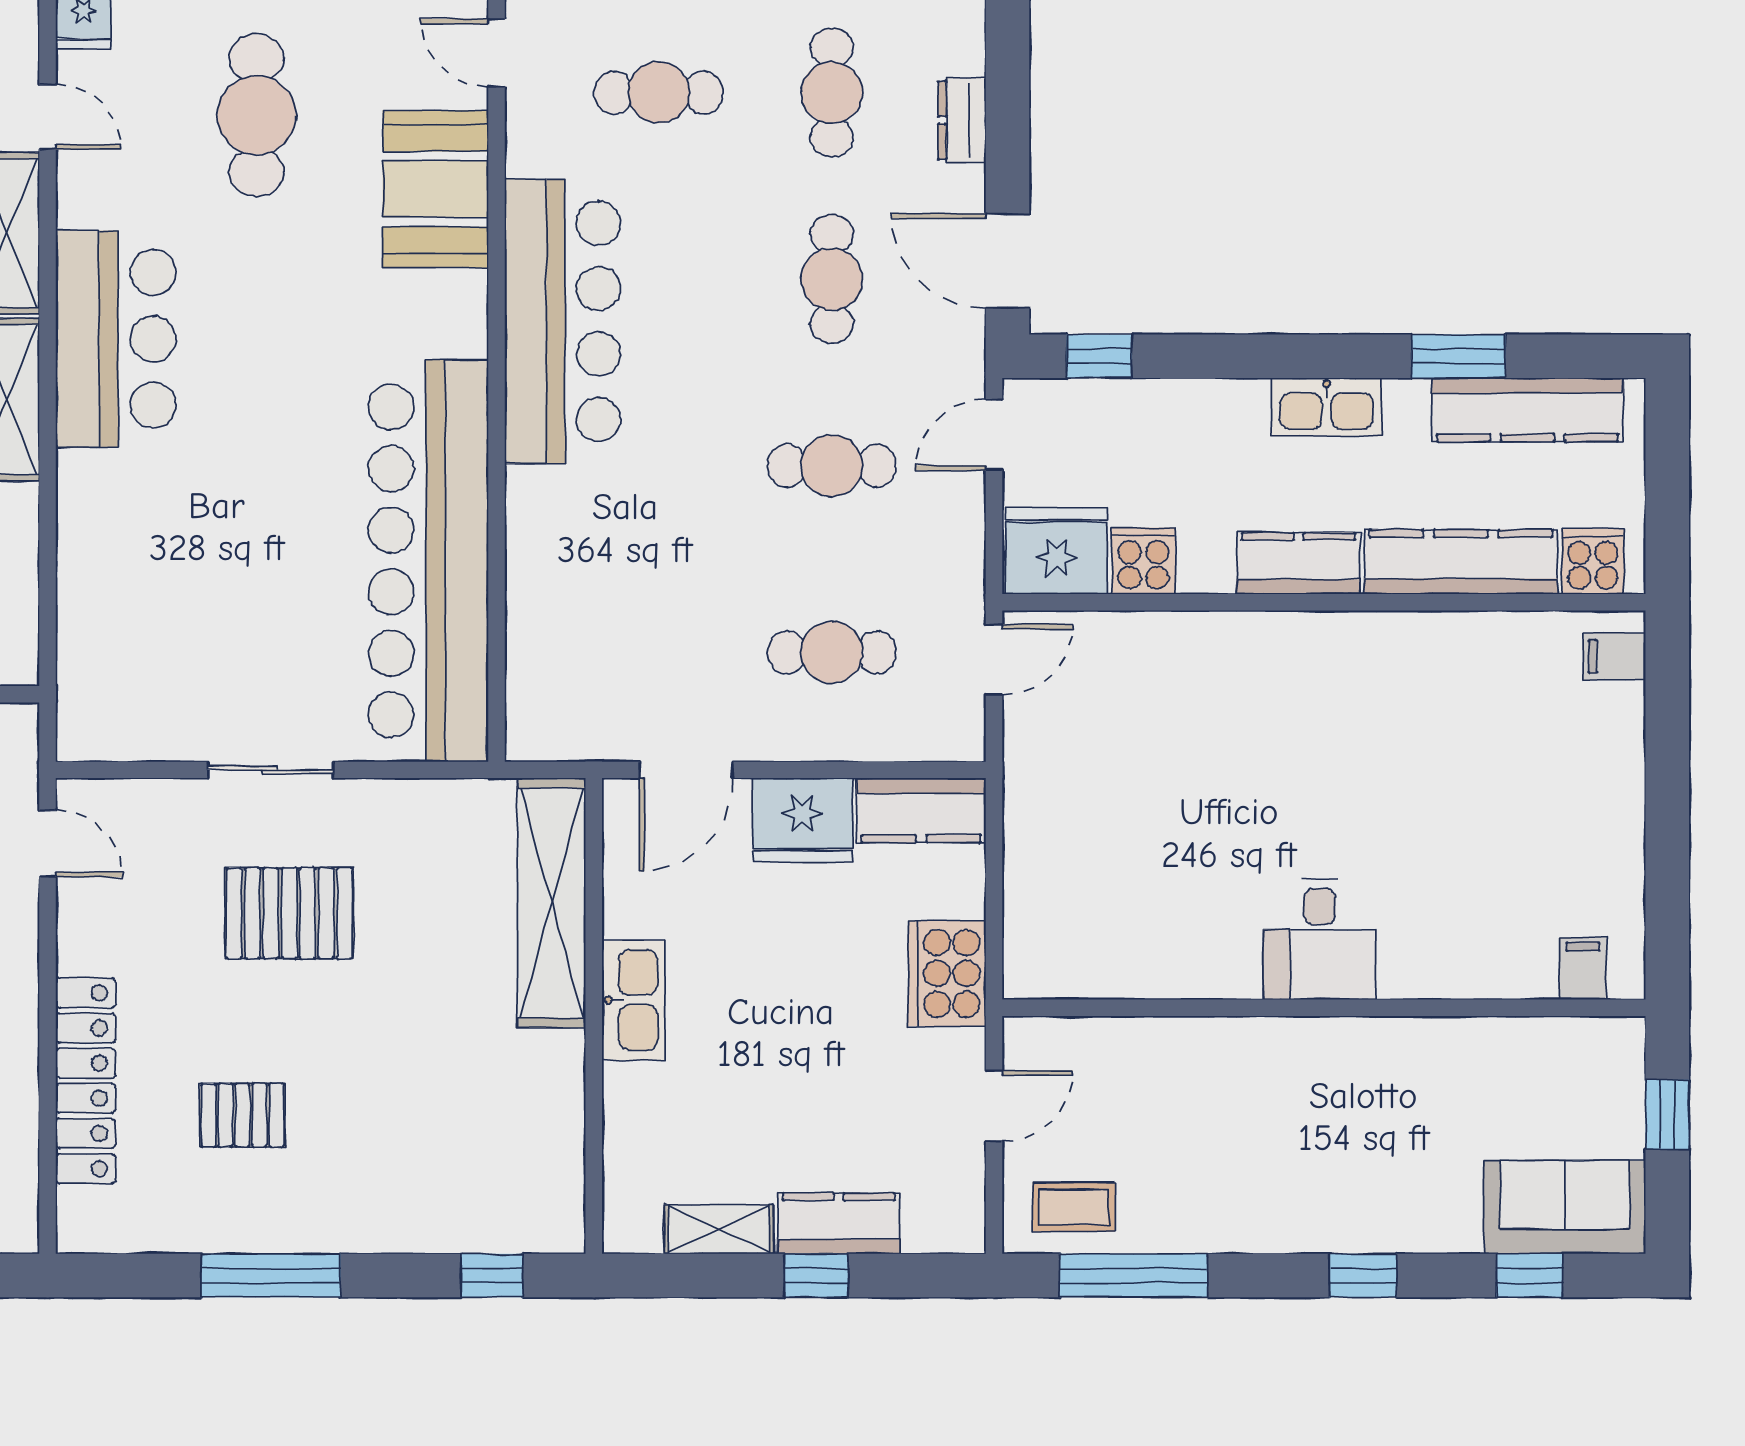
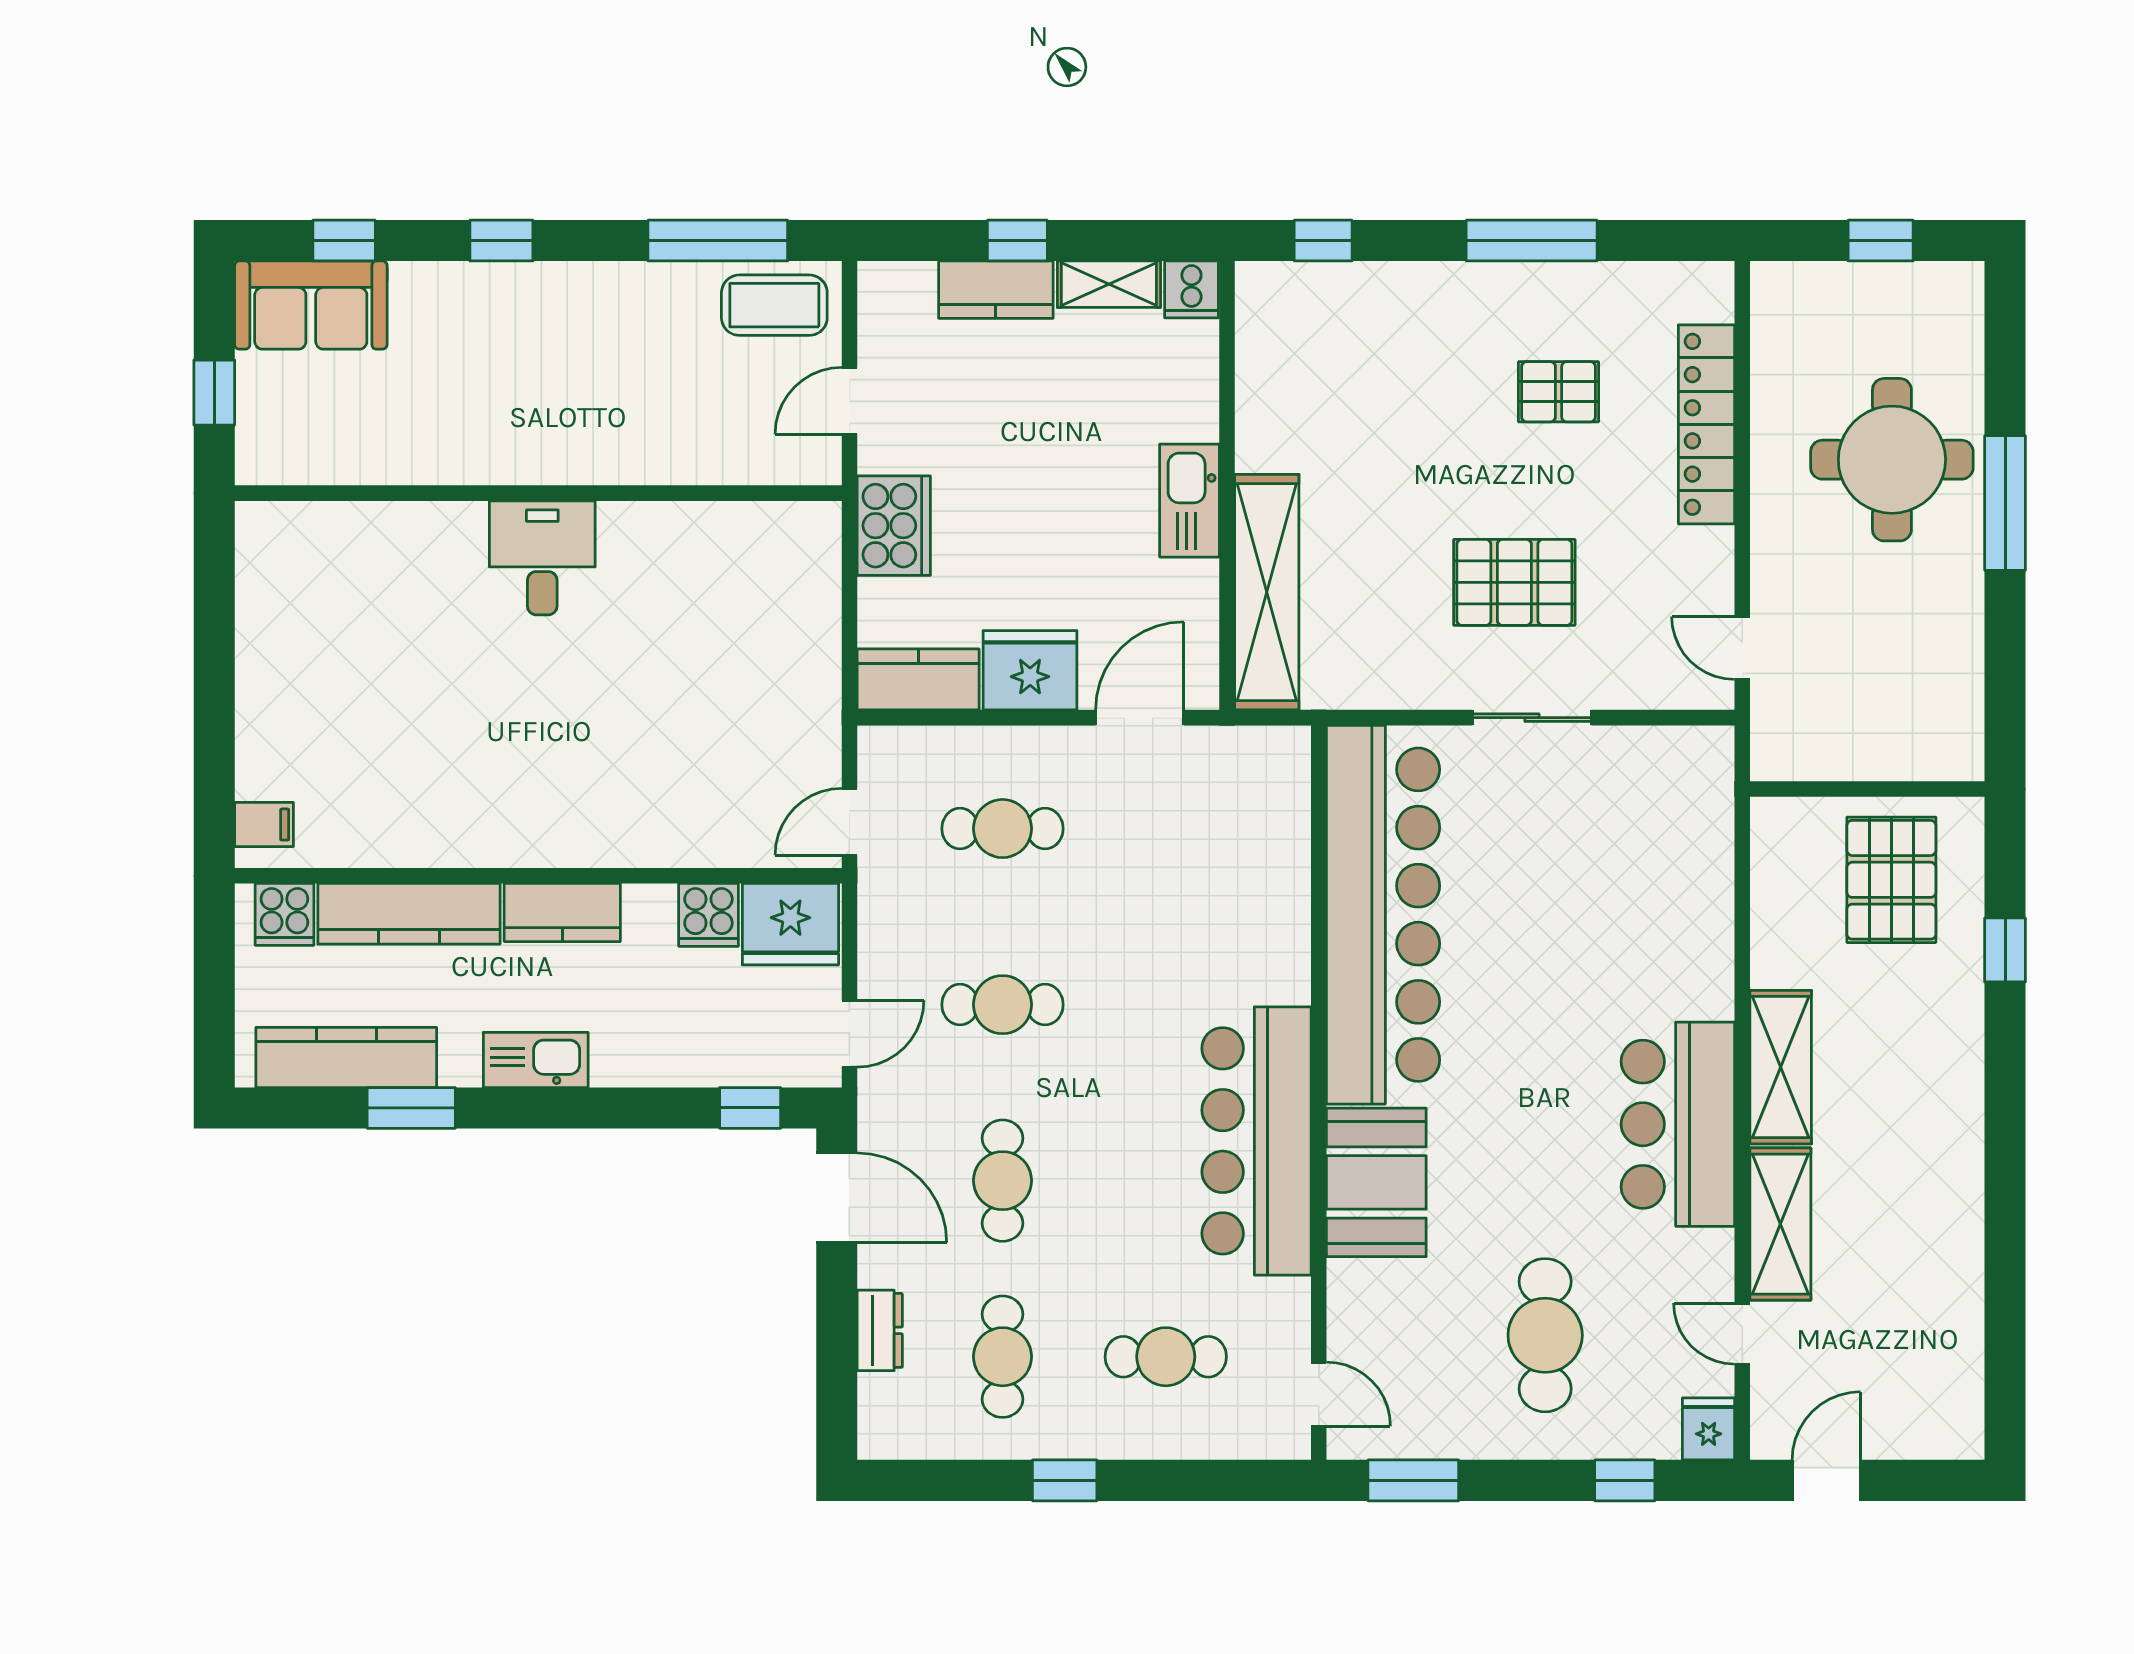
booth: (436, 189) -> (1376, 1182), moved
filing cabinet: (1583, 969) -> (294, 530), removed
coffee table: (1074, 1207) -> (774, 305), width x1.36, depth x1.30
cooker: (631, 1224) -> (1192, 289), added

